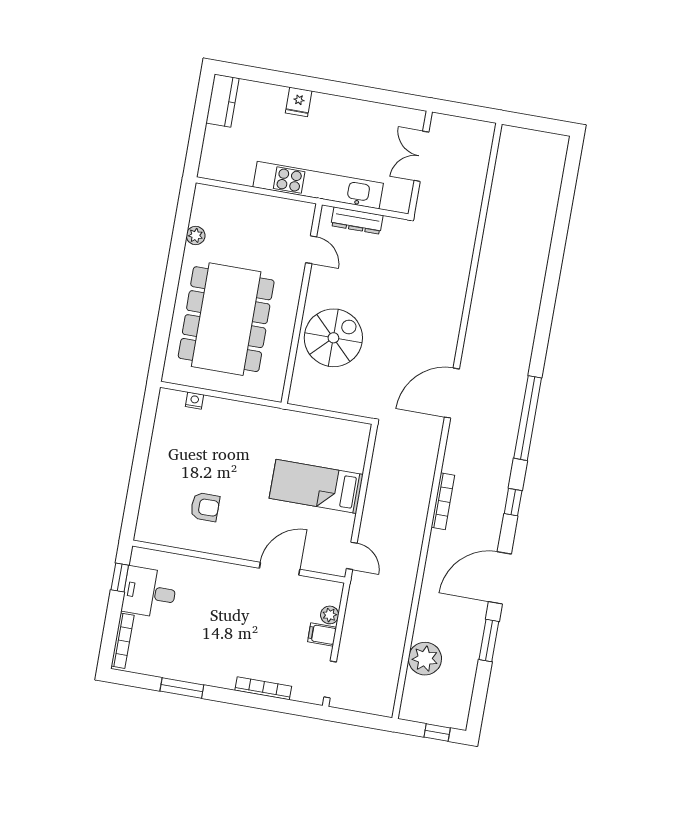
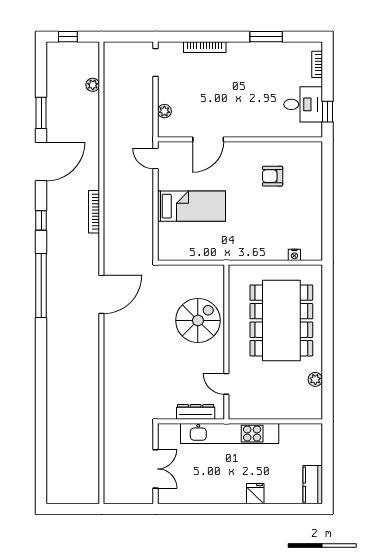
spiral stairs: (333, 338) -> (198, 320), turned 180
filing cabinet: (322, 634) -> (168, 95), removed
bookcase: (123, 641) -> (317, 64), width x0.64
plant: (425, 659) -> (93, 85), width x0.53, depth x0.53

